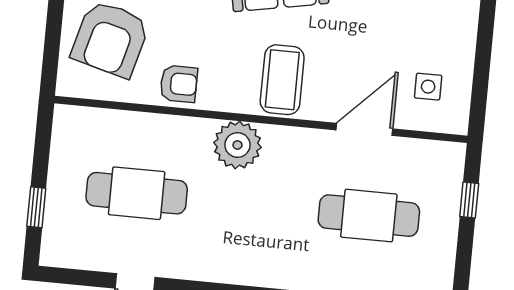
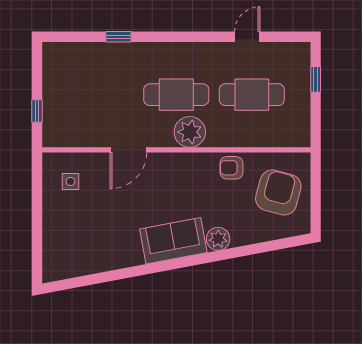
coffee table: (282, 80) -> (165, 177), removed
door: (364, 129) -> (128, 150), moved
cafe table: (369, 216) -> (176, 95), moved

